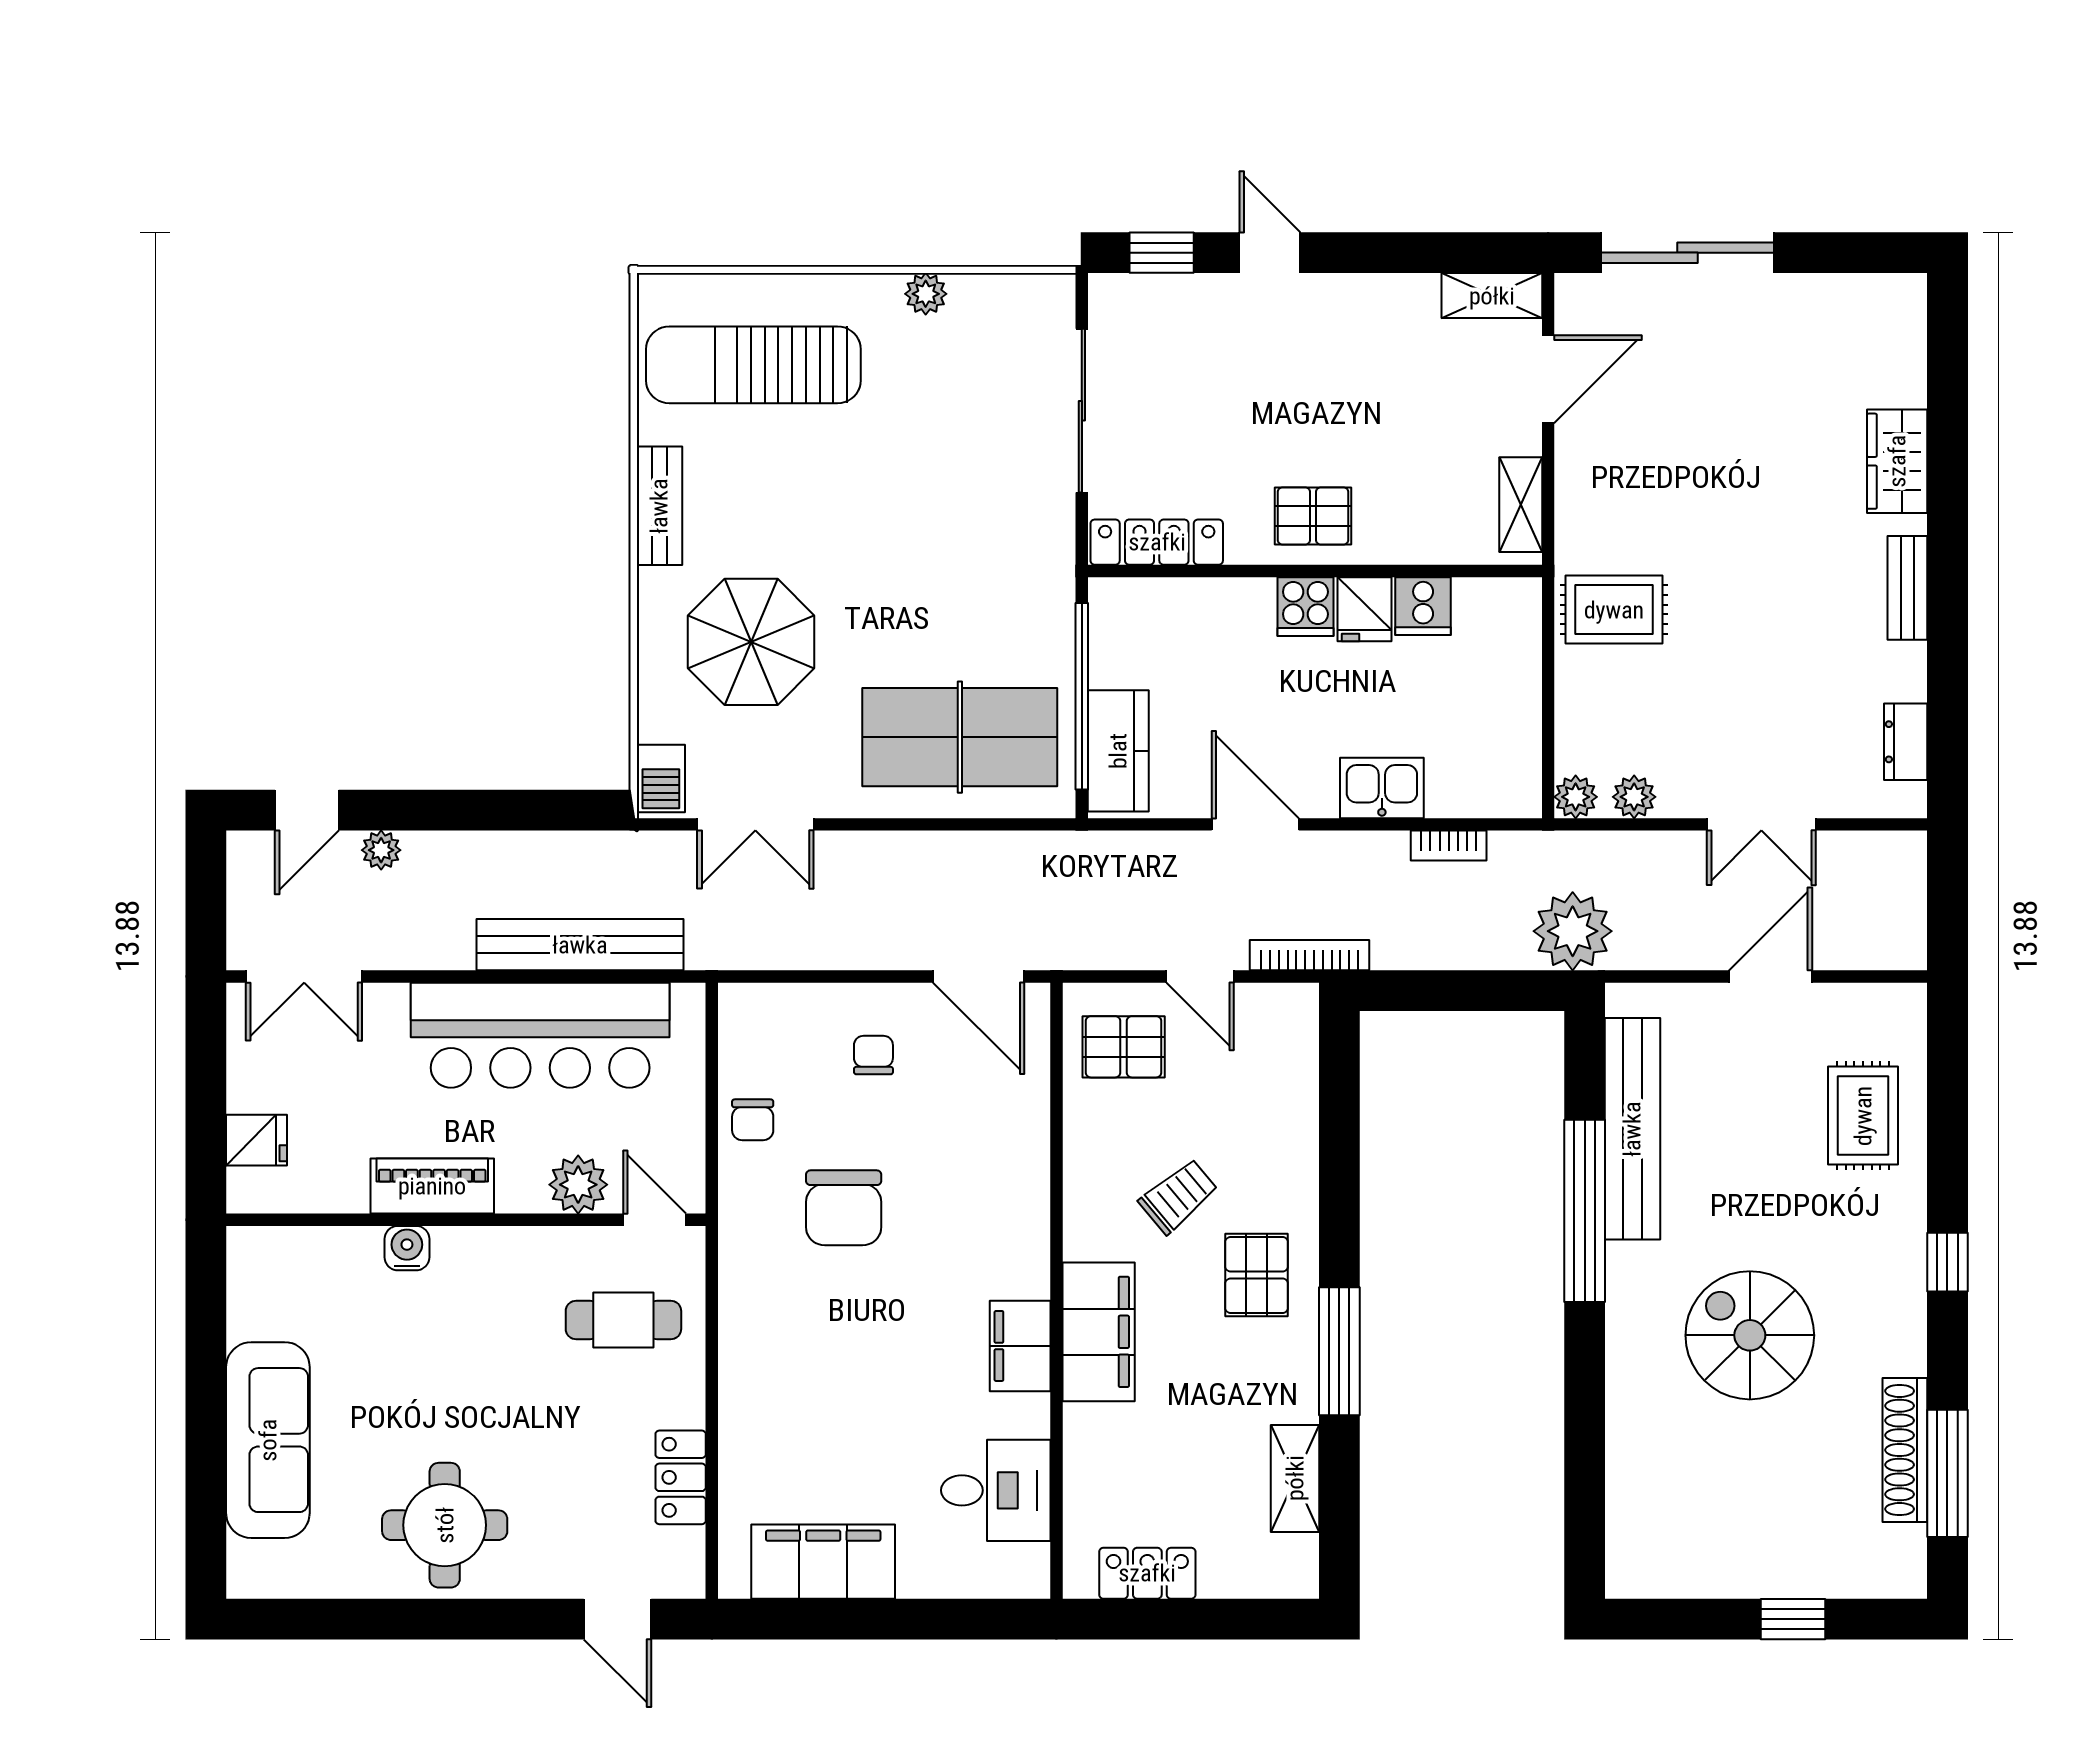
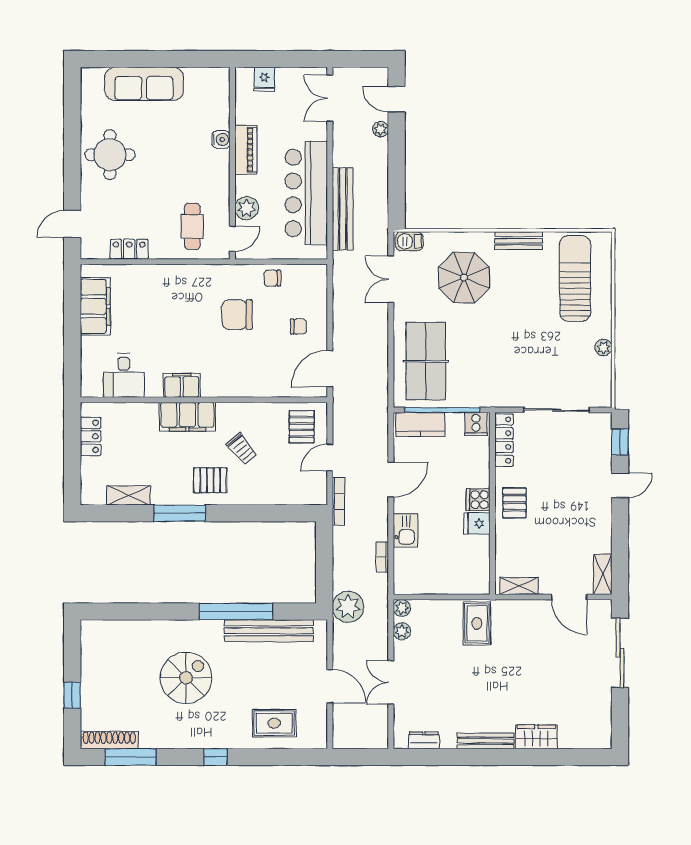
bench: (1907, 588) -> (486, 741), width x1.36
cooker: (1423, 606) -> (476, 424), moved, turned -90
shoe rack: (1905, 1450) -> (109, 740), moved

